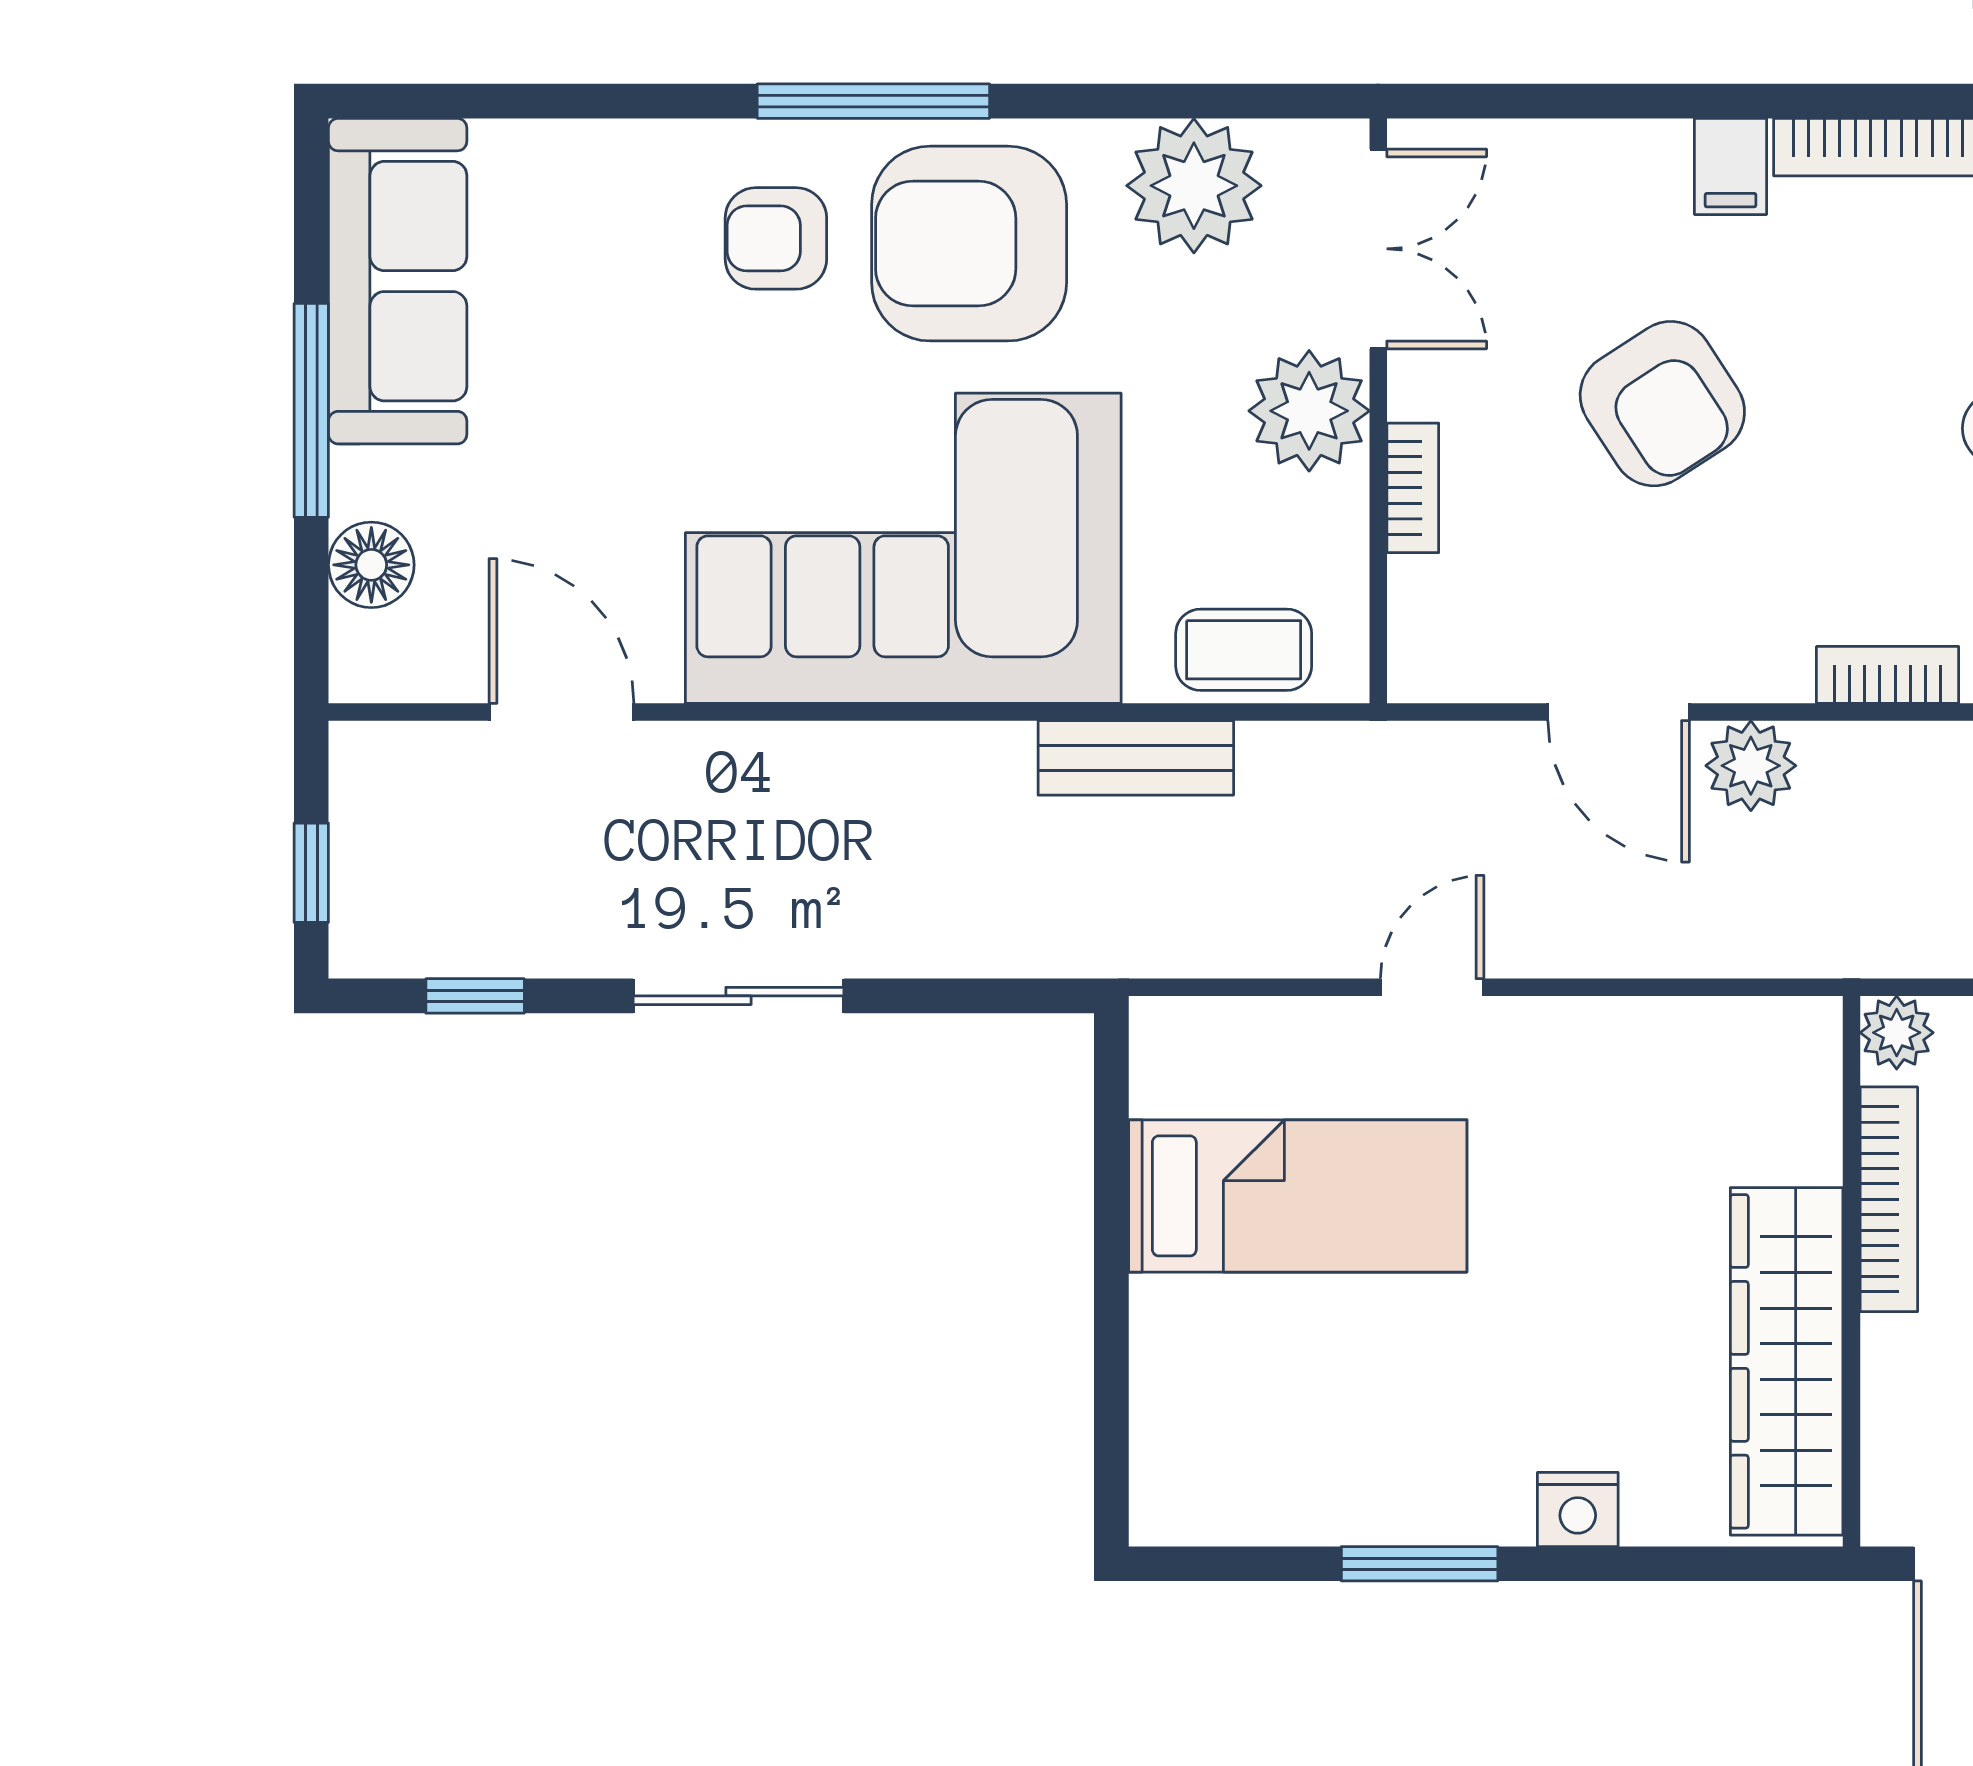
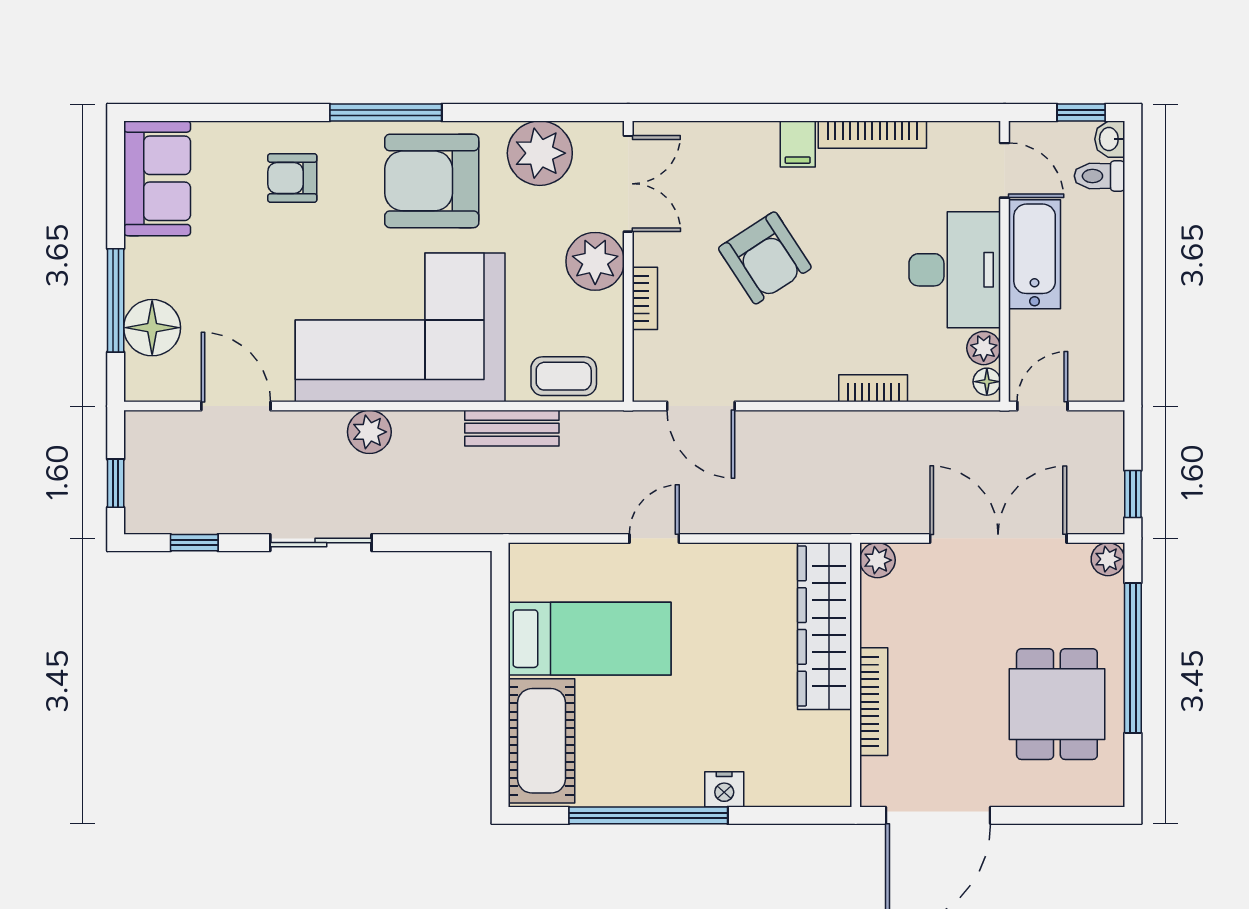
armchair: (776, 238) -> (292, 178), moved
sofa: (398, 281) -> (157, 178), width x0.73
window: (311, 410) -> (116, 300), moved
floor lamp: (371, 565) -> (152, 328), width x1.38, depth x1.38
door: (1619, 712) -> (701, 406), moved
plant: (1751, 766) -> (369, 432), moved
bookcase: (1889, 1199) -> (874, 702), moved
wardrobe: (1787, 1361) -> (825, 626), moved
cot: (1198, 1408) -> (542, 741), added
window: (1420, 1564) -> (648, 815), width x2.11

